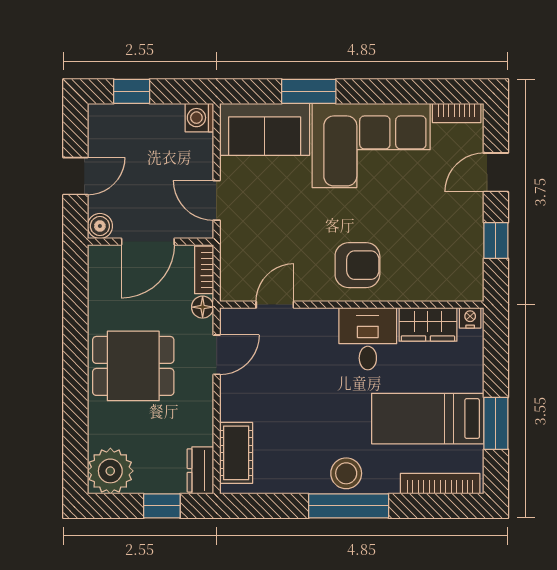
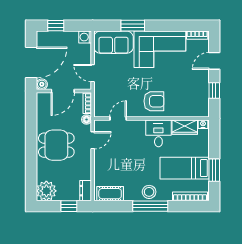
door: (75, 176) -> (31, 63), width x1.87
cot: (236, 453) -> (110, 194), moved, turned 90

